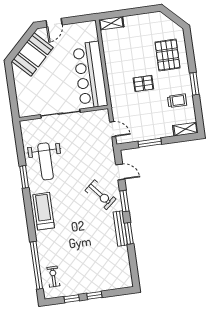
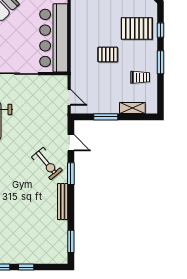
window: (190, 53) -> (160, 30), added
pallet: (167, 55) -> (137, 28), turned 90
shelving: (185, 129) -> (132, 108), moved
window: (129, 233) -> (71, 241), moved

